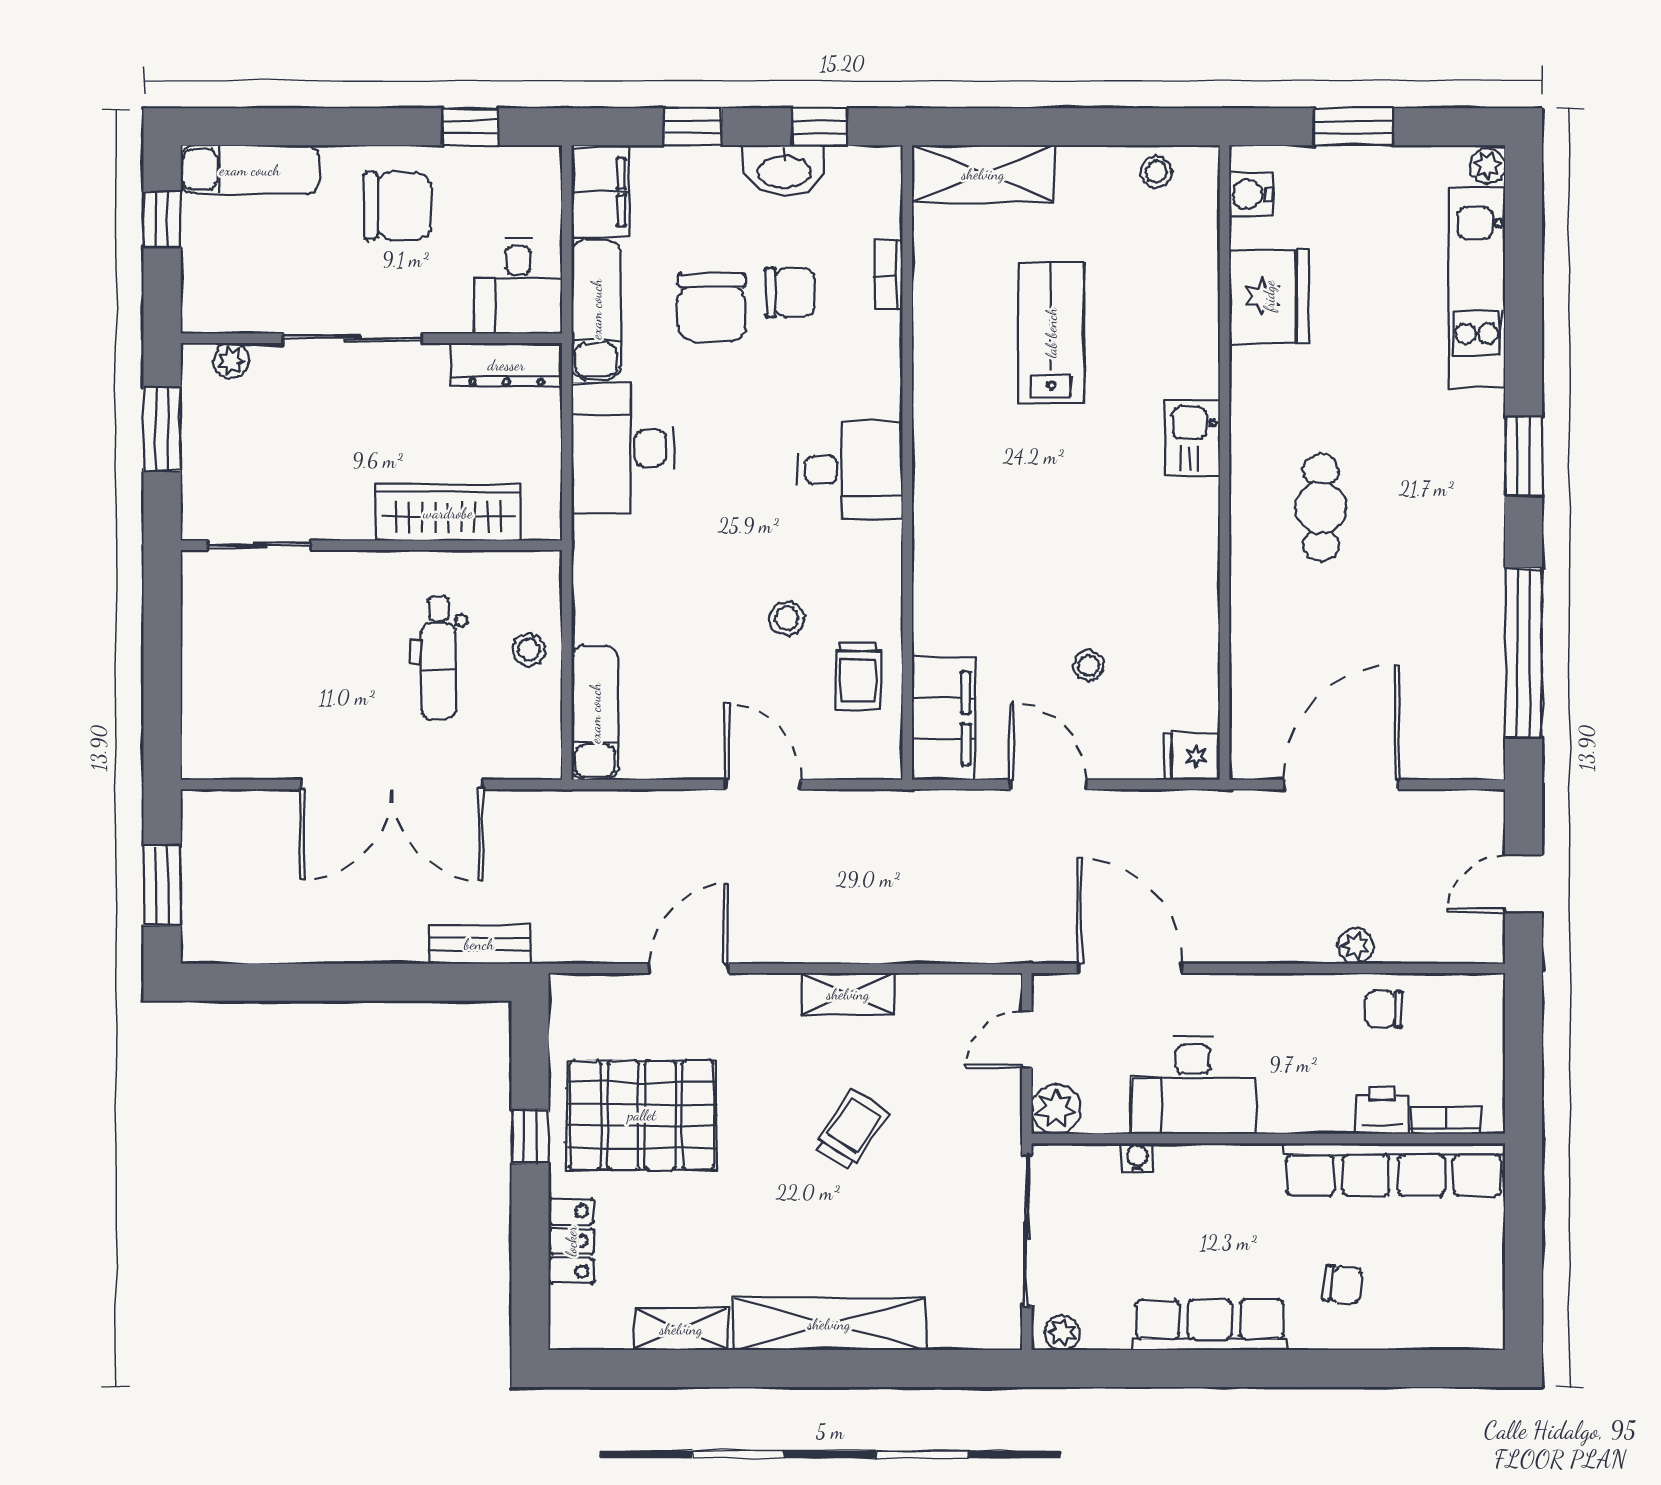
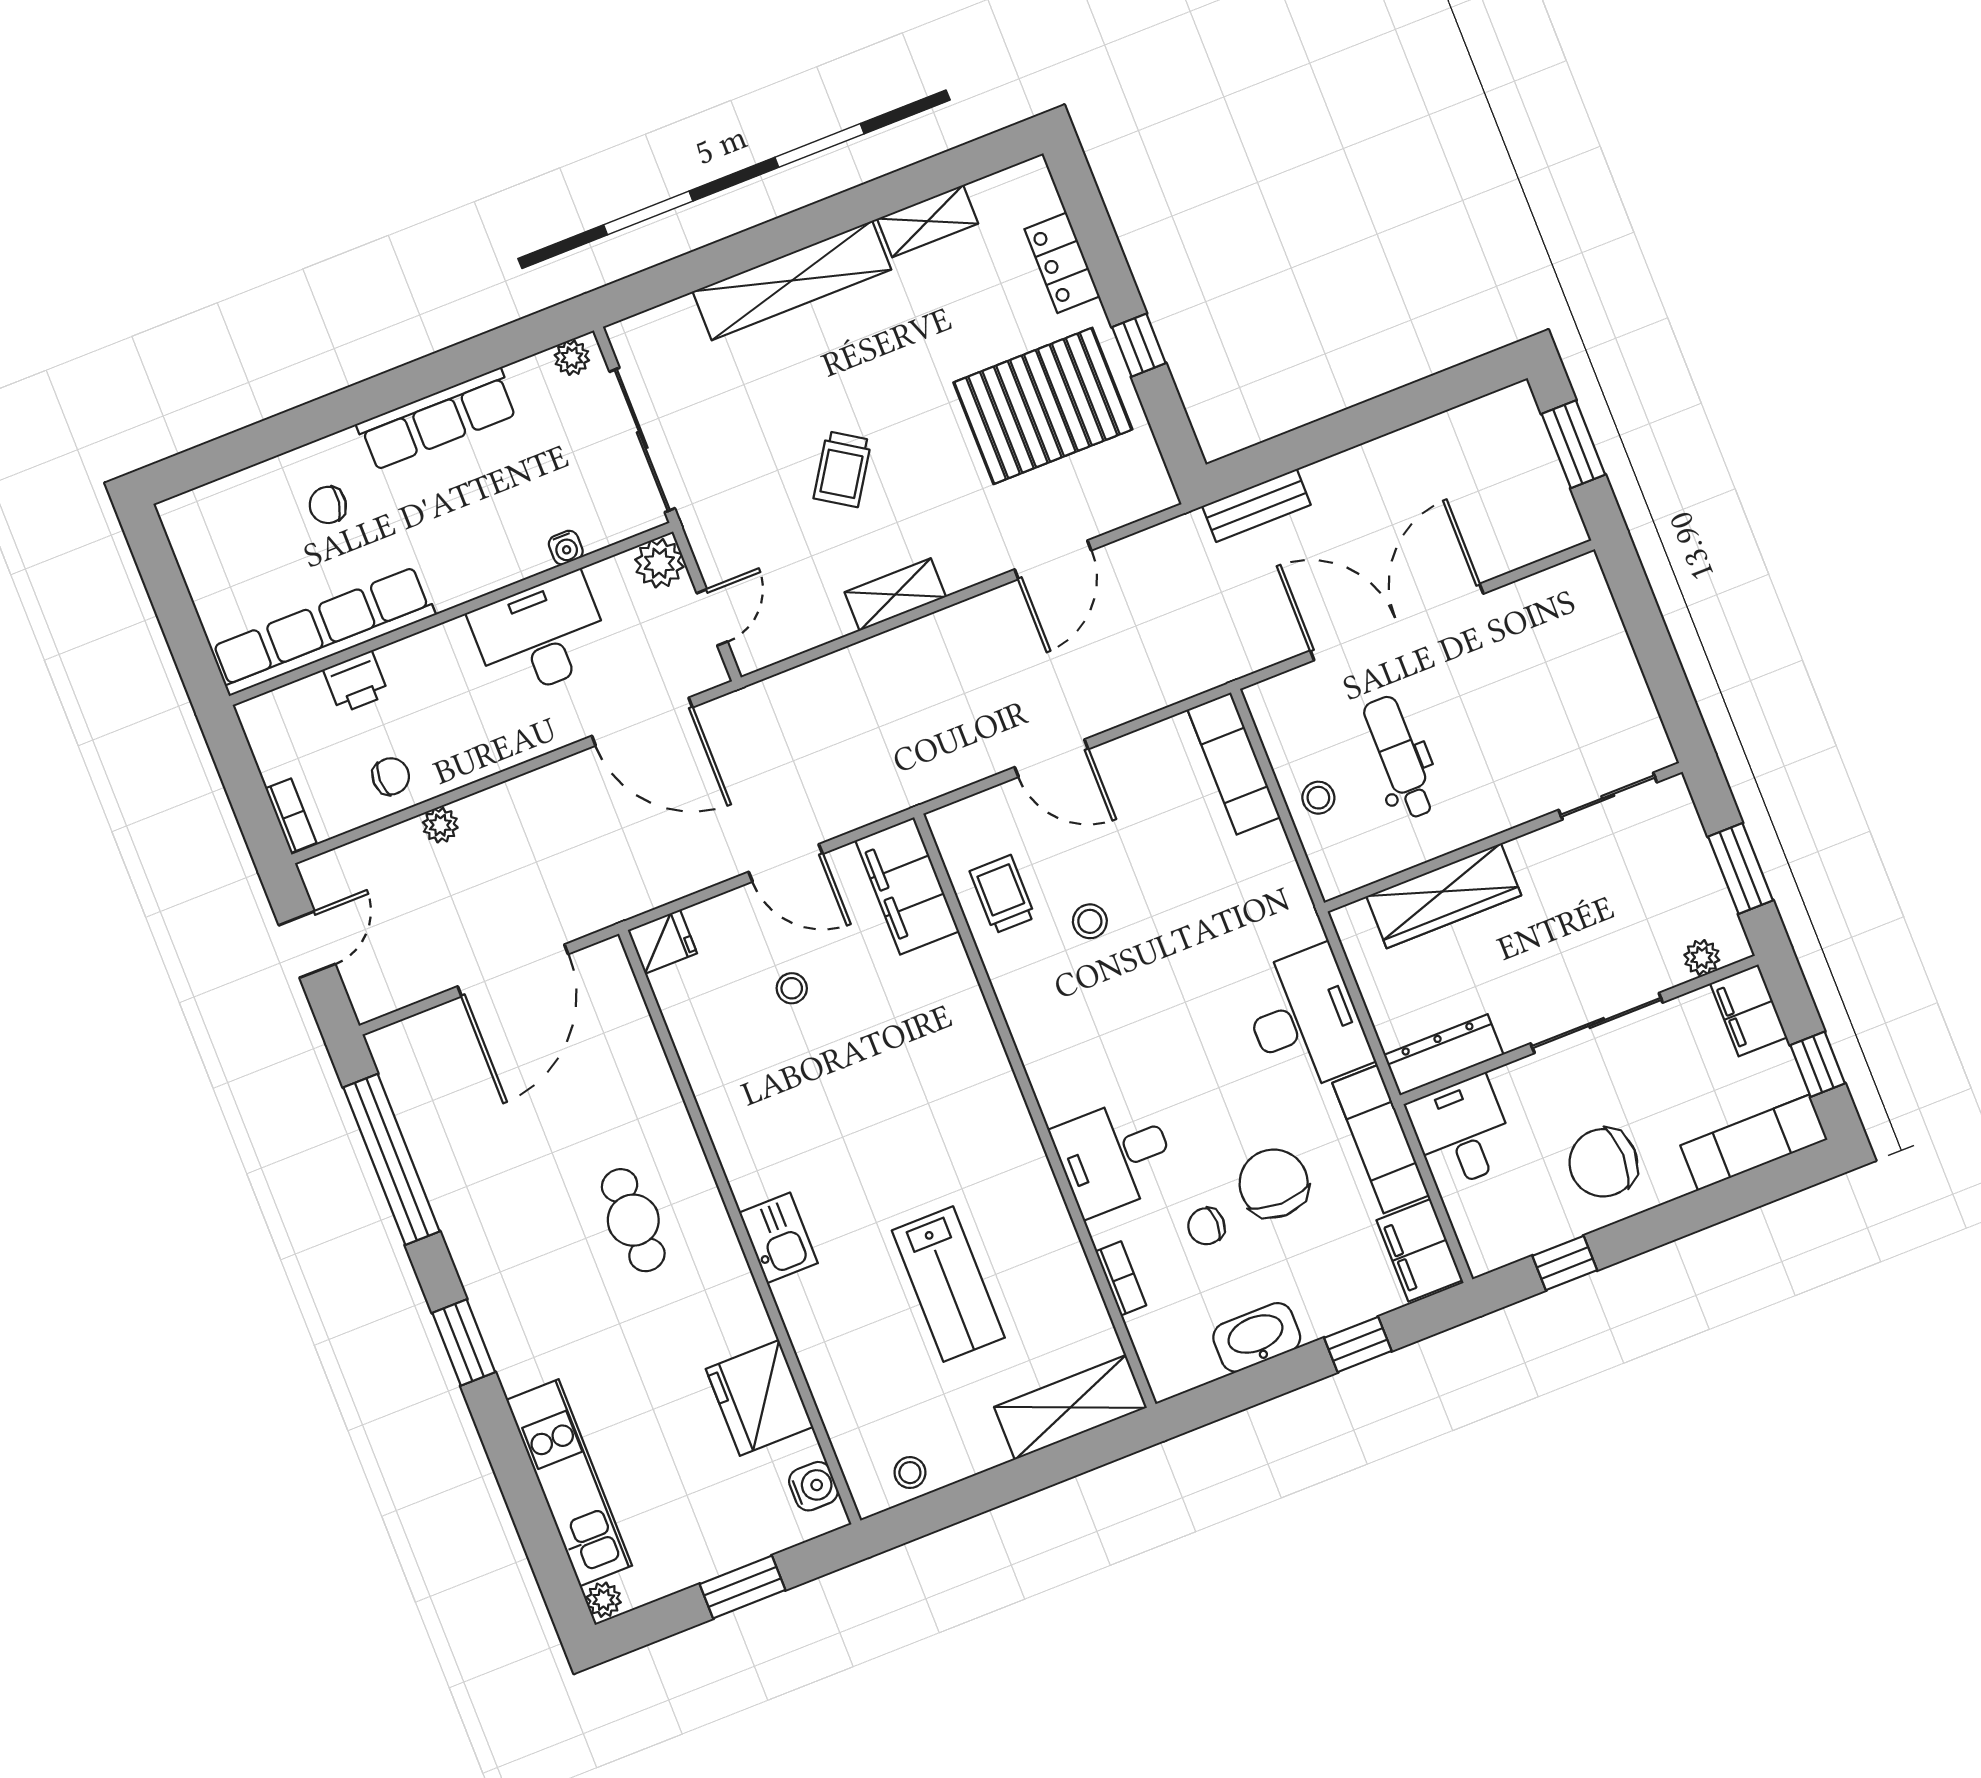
window: (820, 127) -> (1240, 1391), removed
chair: (790, 292) -> (1206, 1226), width x0.73, depth x0.73
filing cabinet: (207, 294) -> (1749, 1010), added
desk: (850, 470) -> (1114, 1156), moved
bookcase: (1446, 1120) -> (291, 816), moved, turned -90

